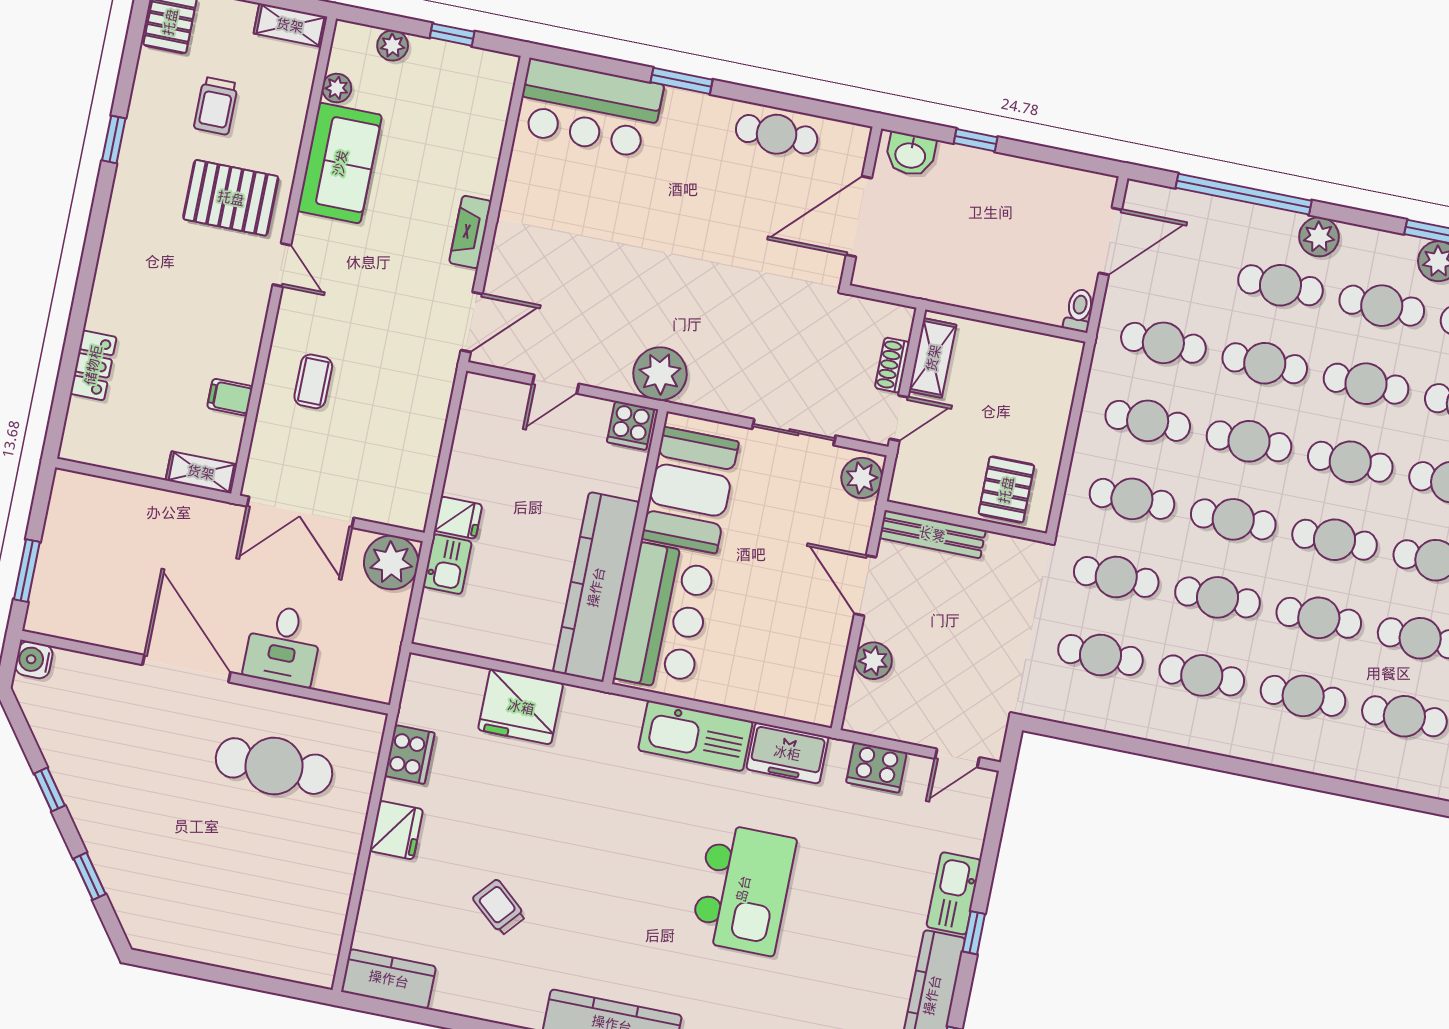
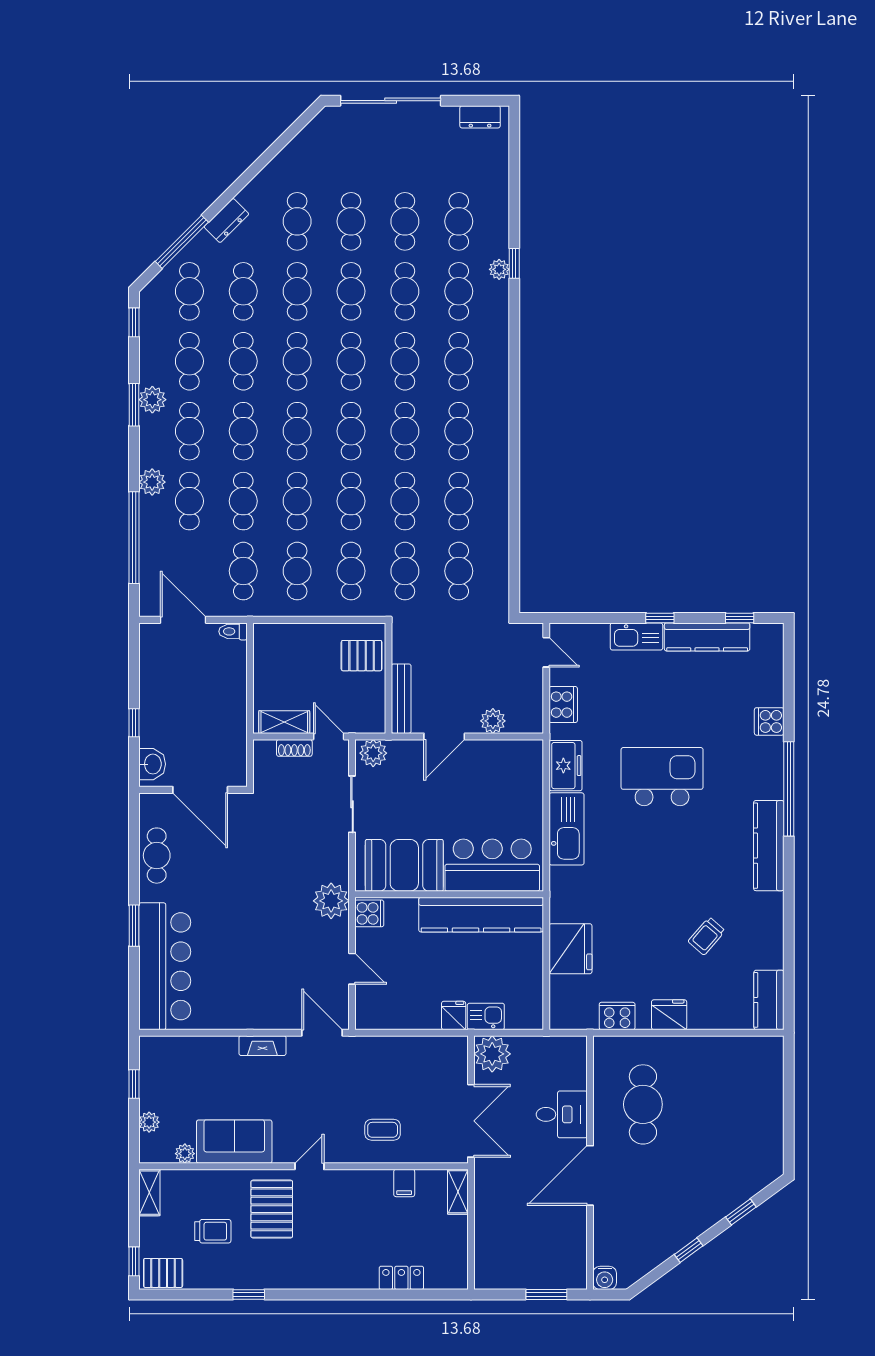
bar counter: (589, 109) -> (165, 966), width x1.36

